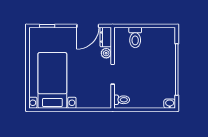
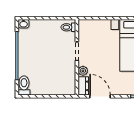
door: (88, 26) -> (100, 96), hinge flipped
toilet: (135, 37) -> (24, 85), moved

